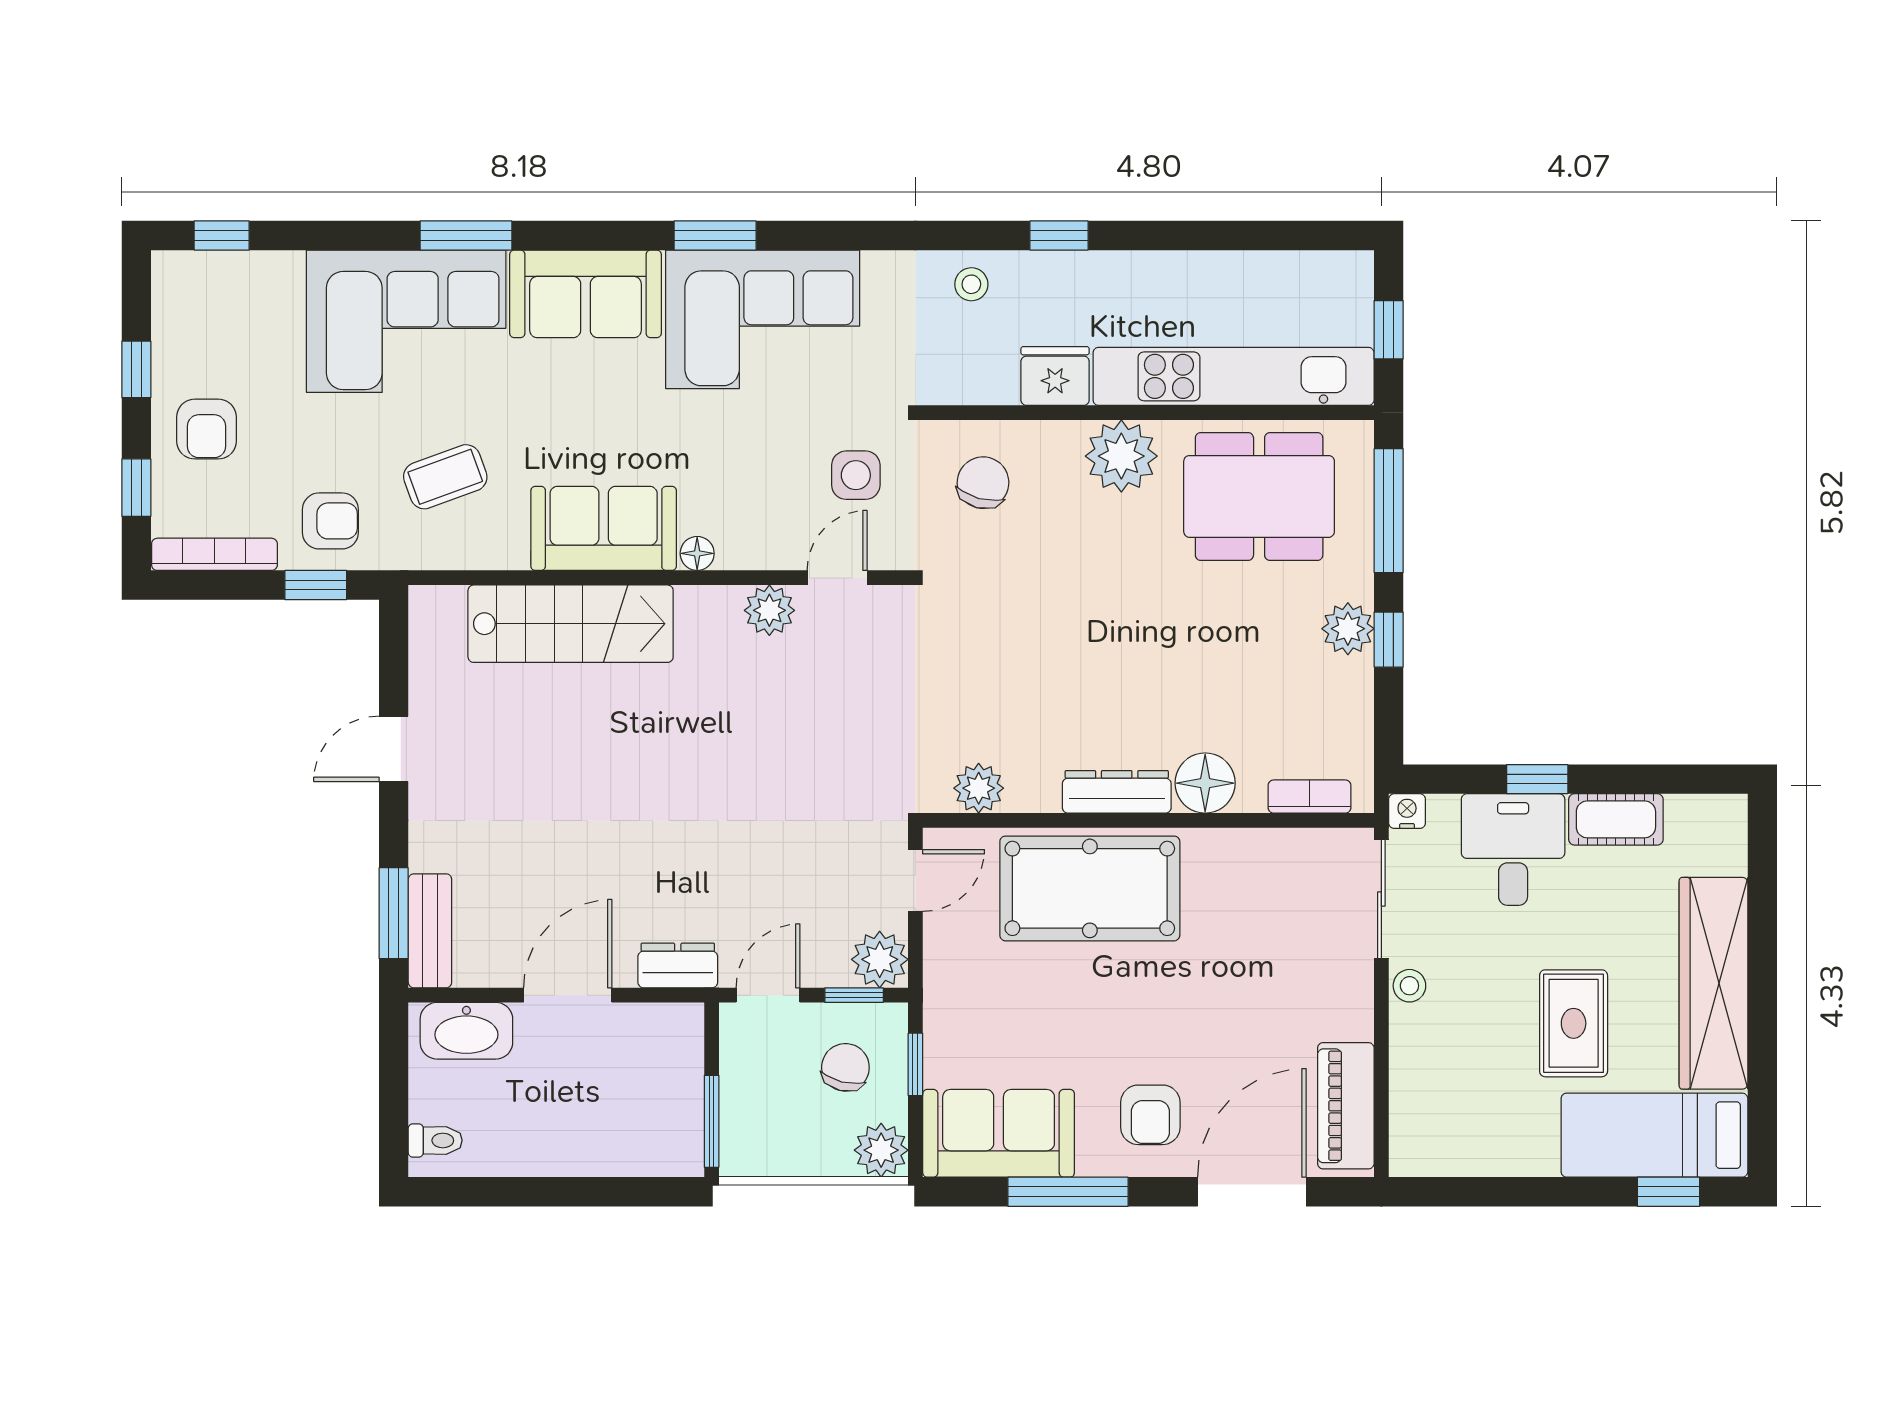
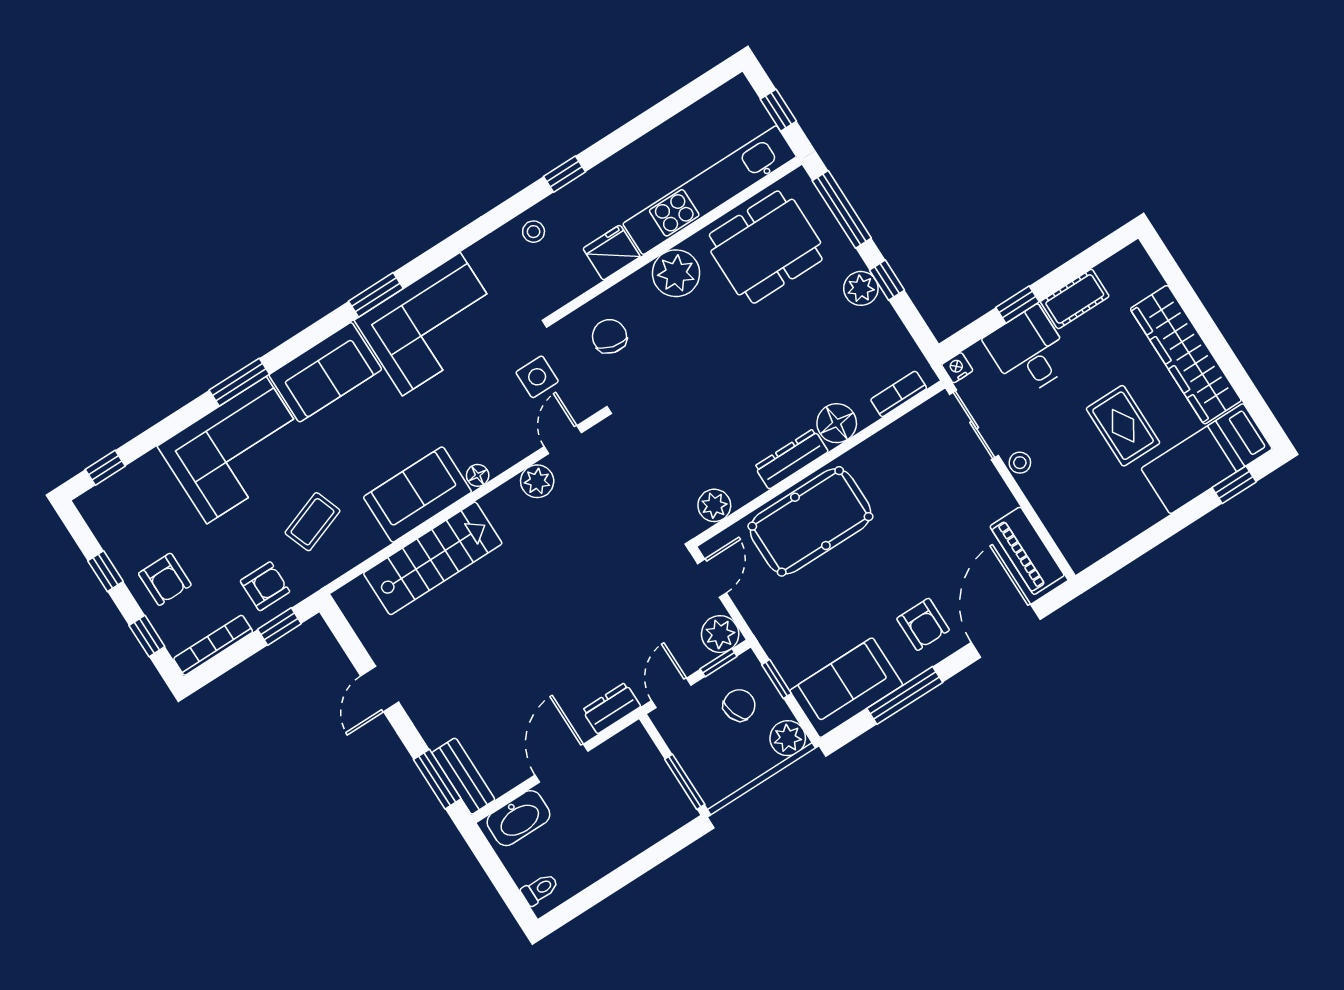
chair: (845, 1067) -> (739, 705), turned 56

